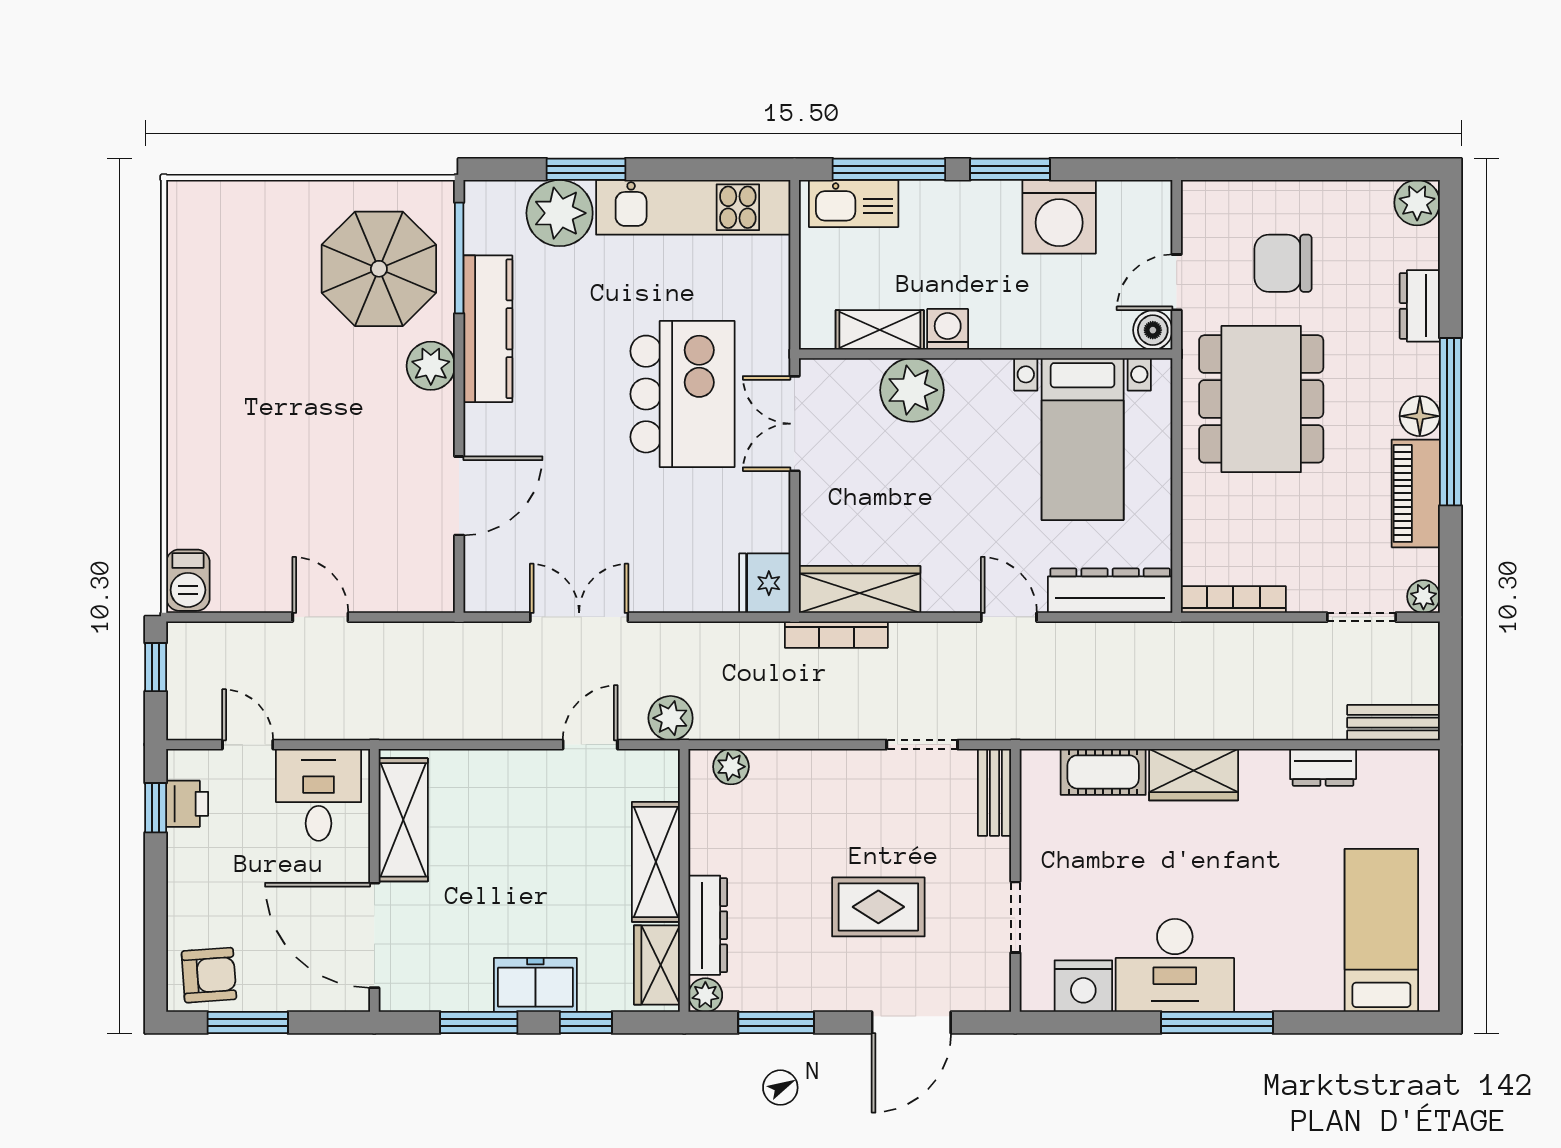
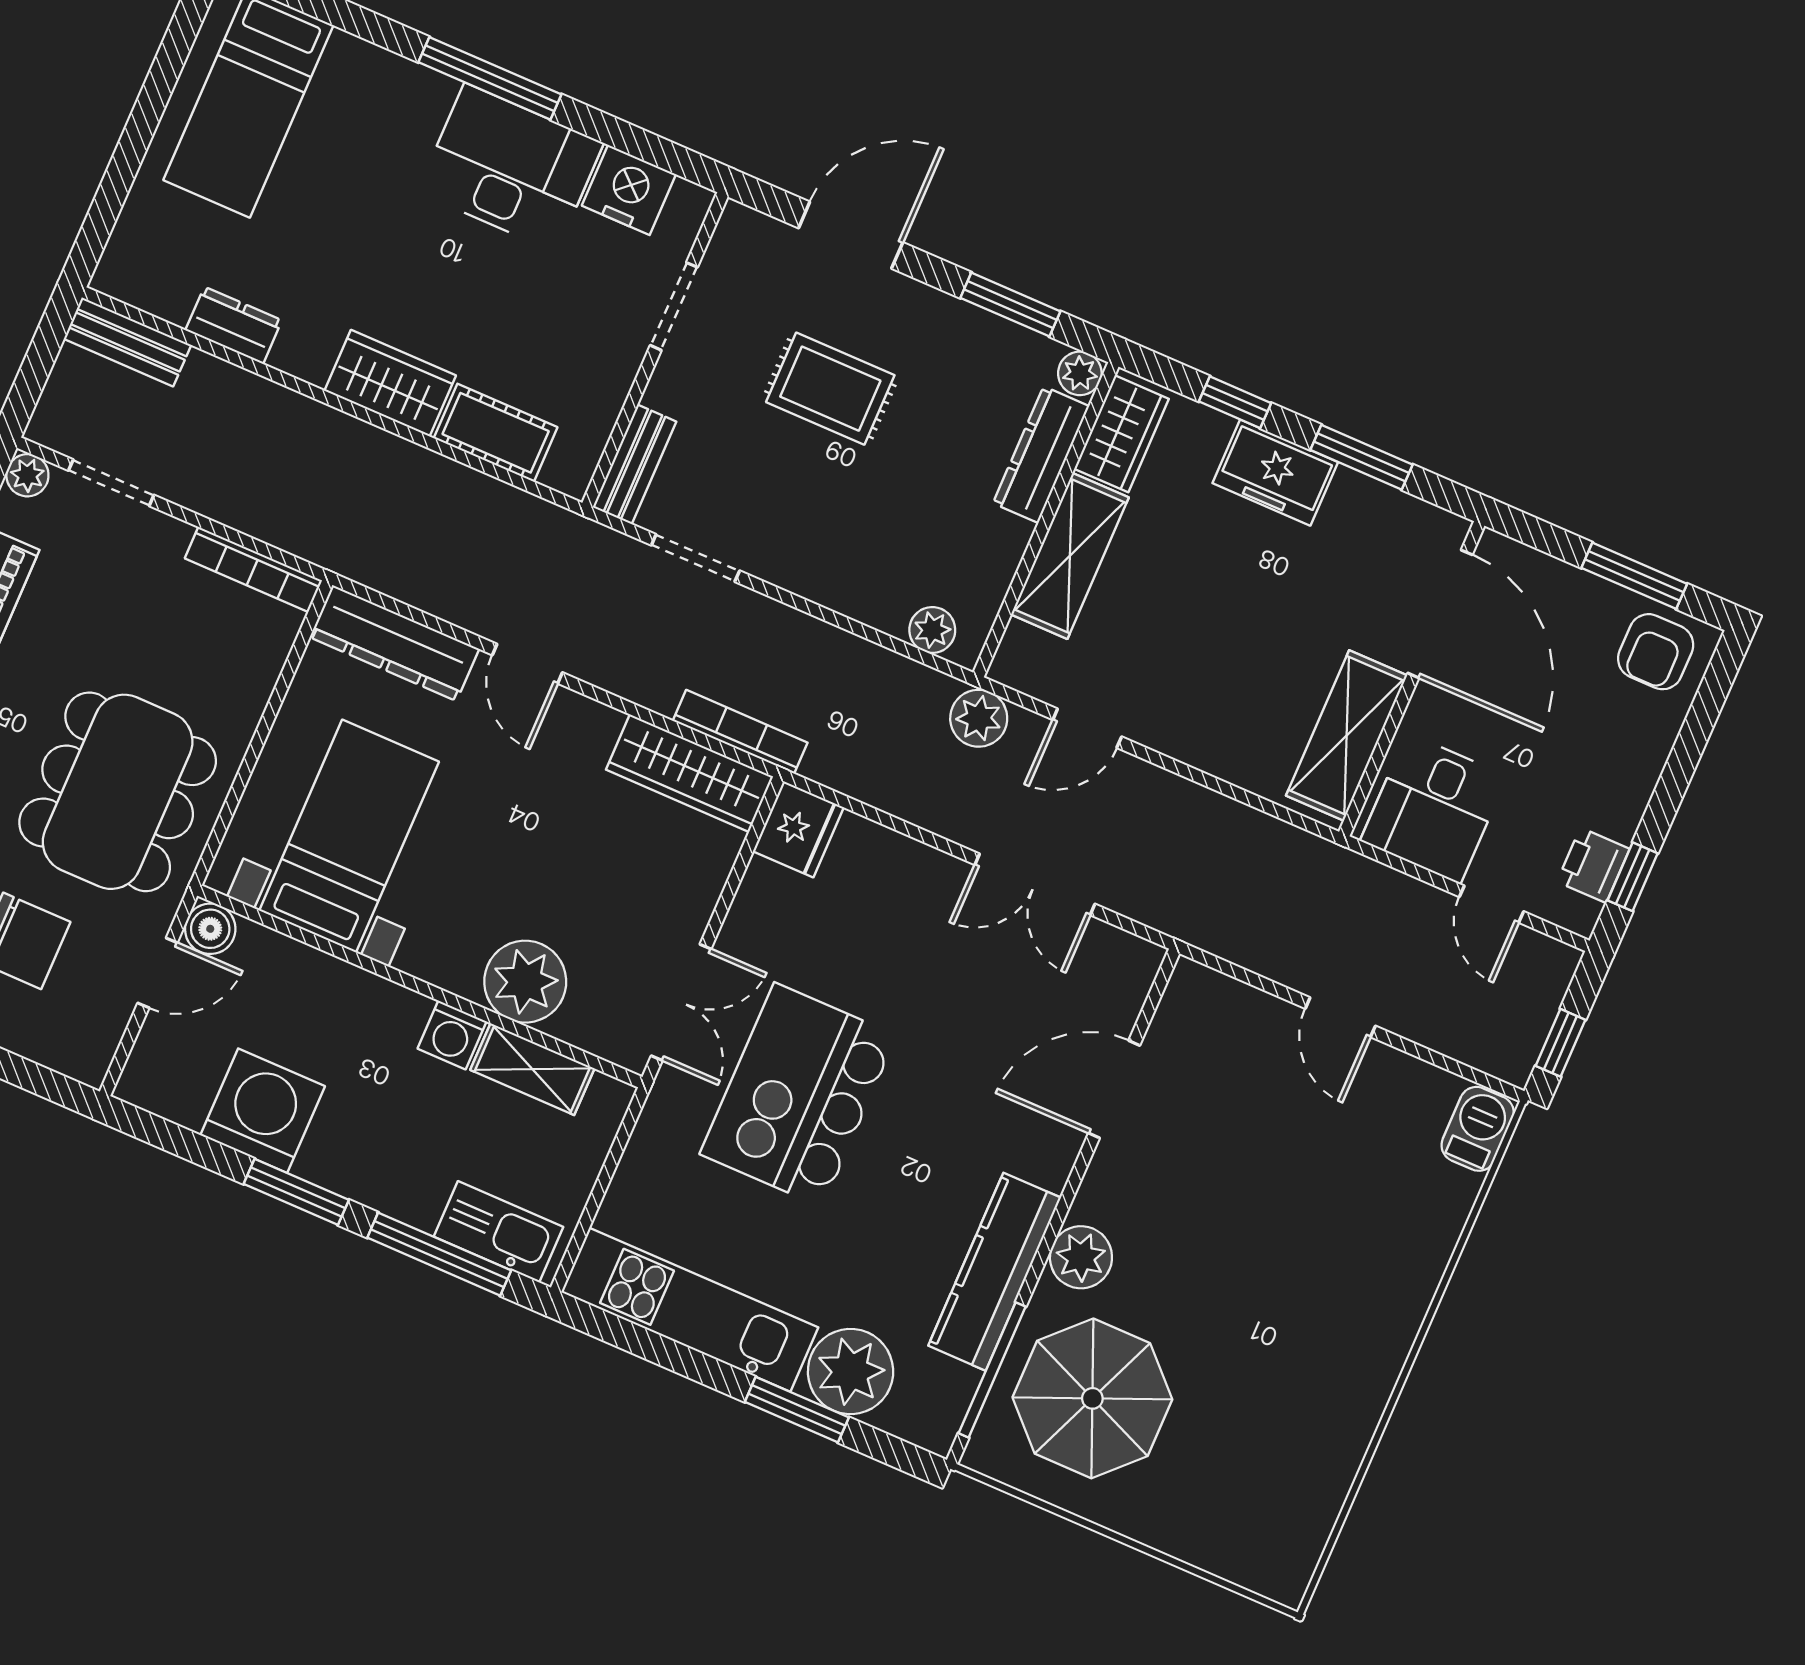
armchair: (209, 975) -> (1656, 652), turned -86

